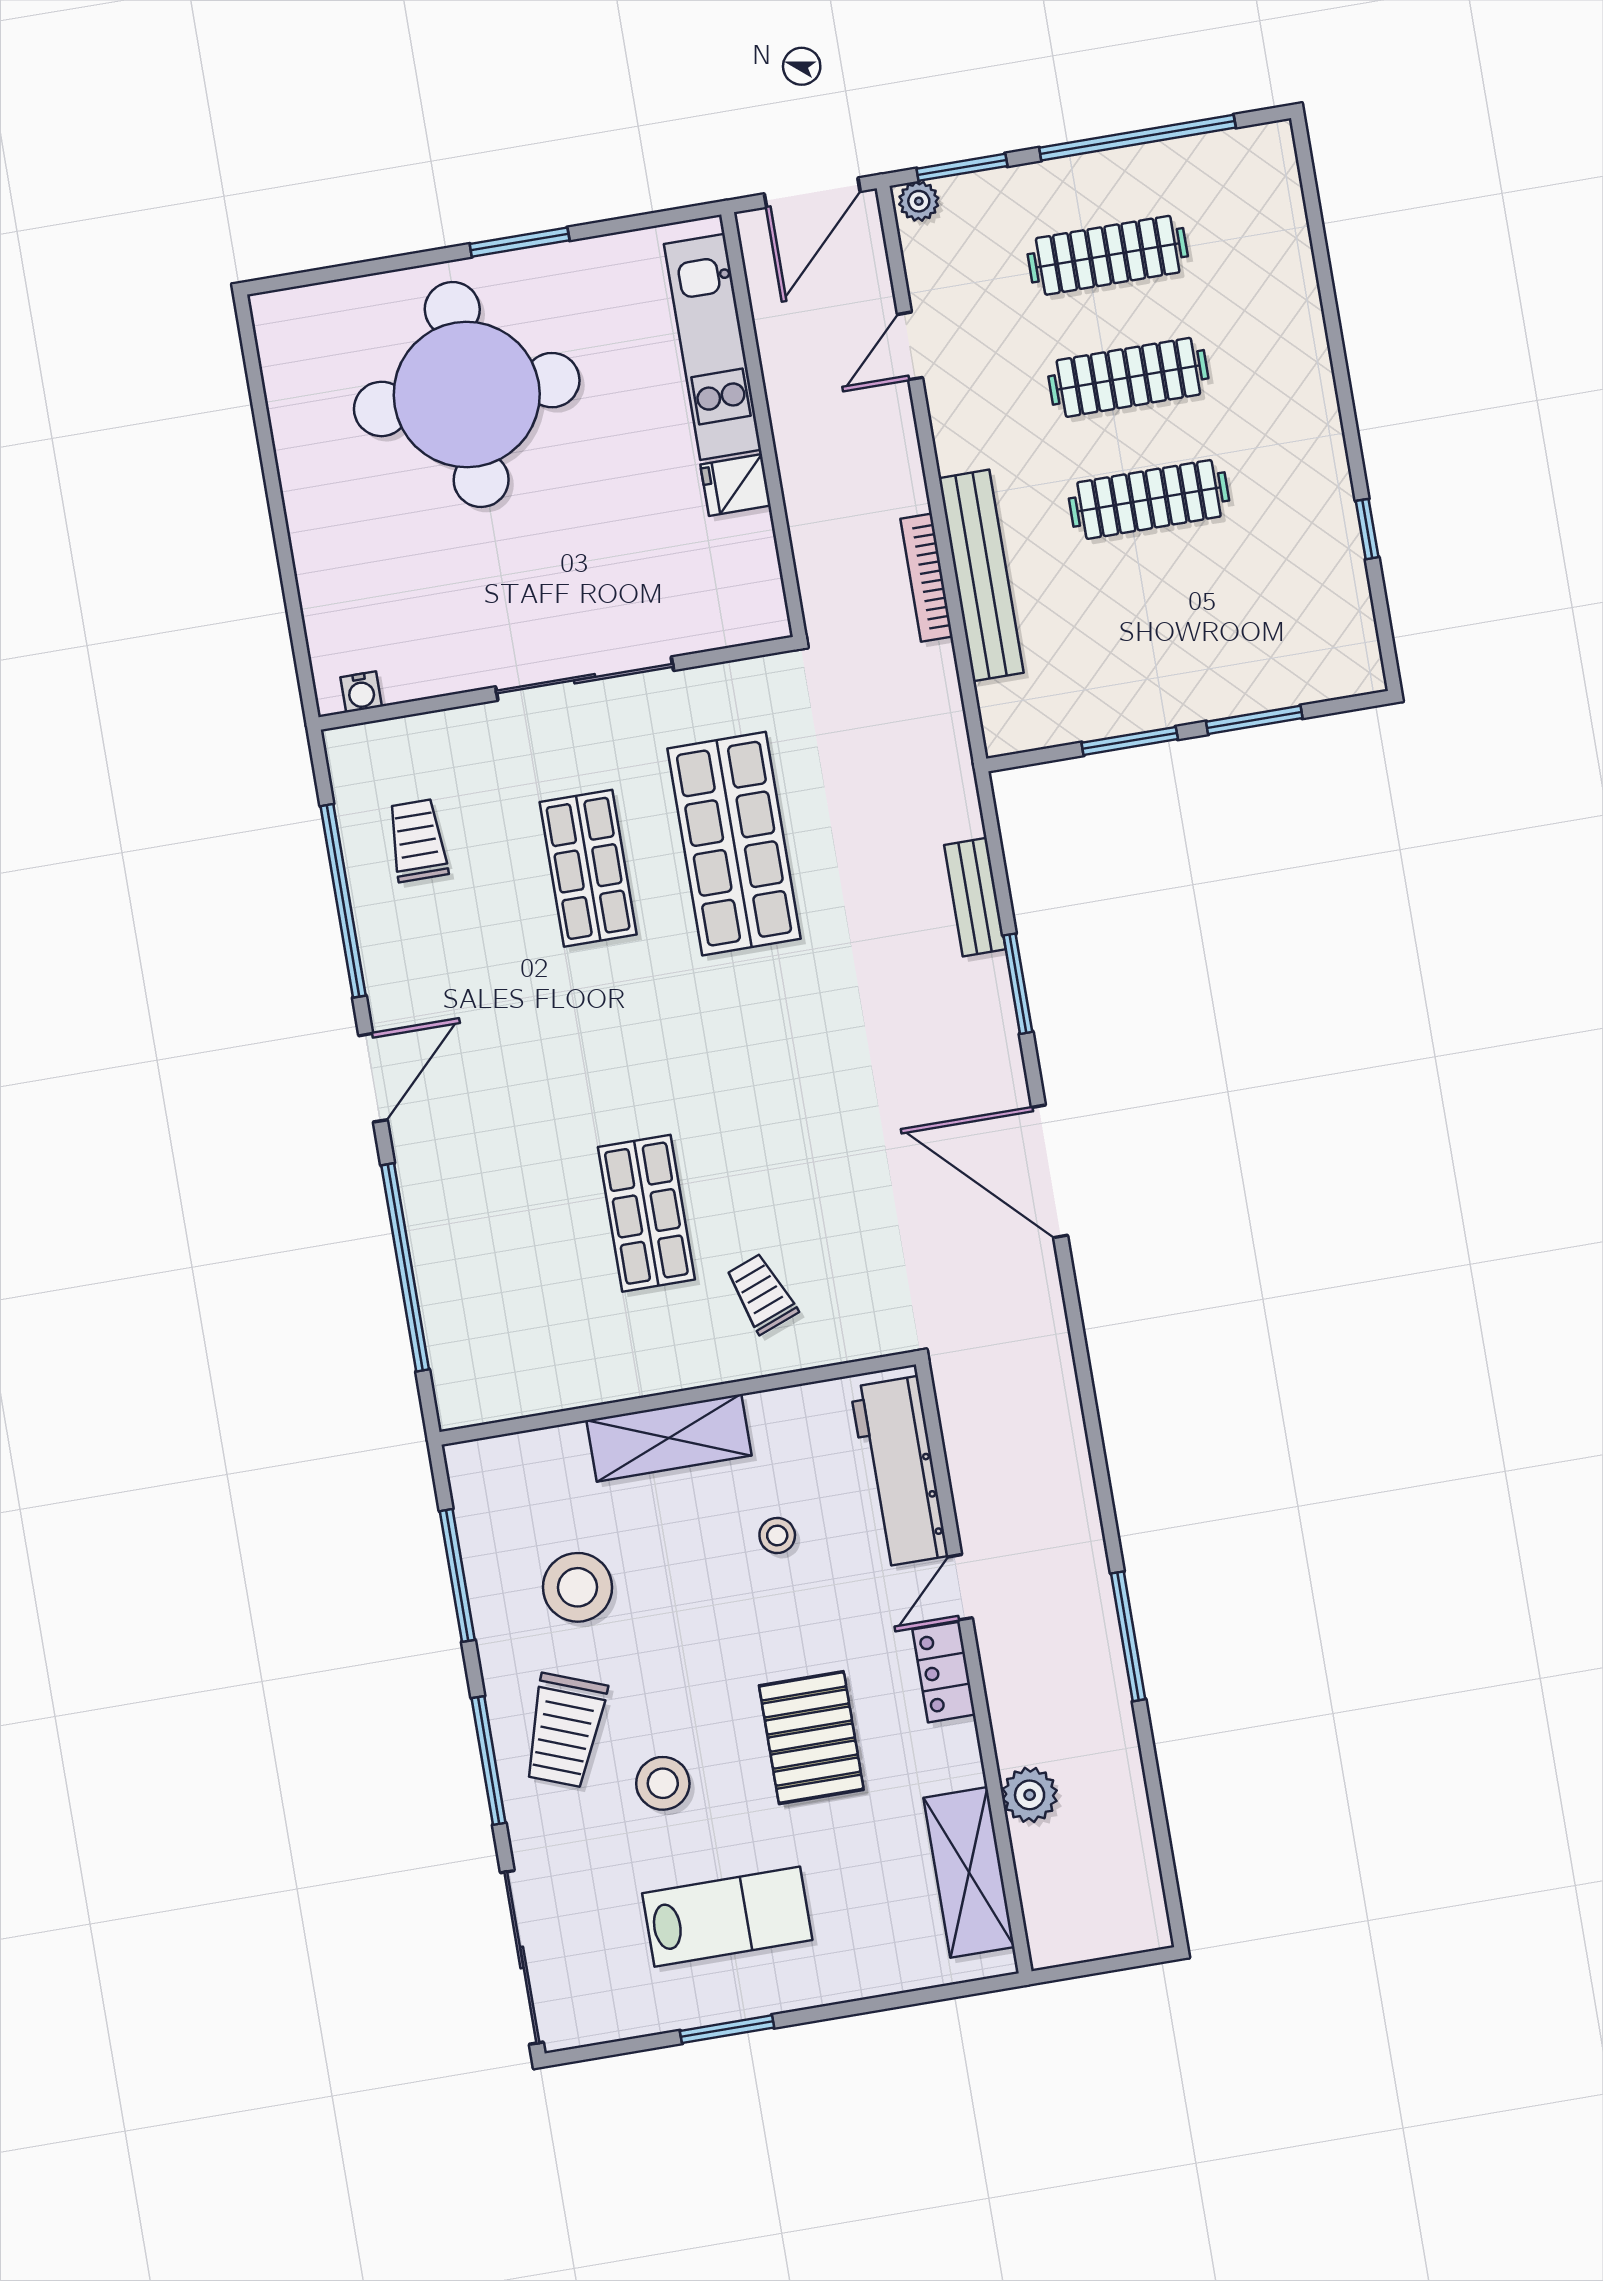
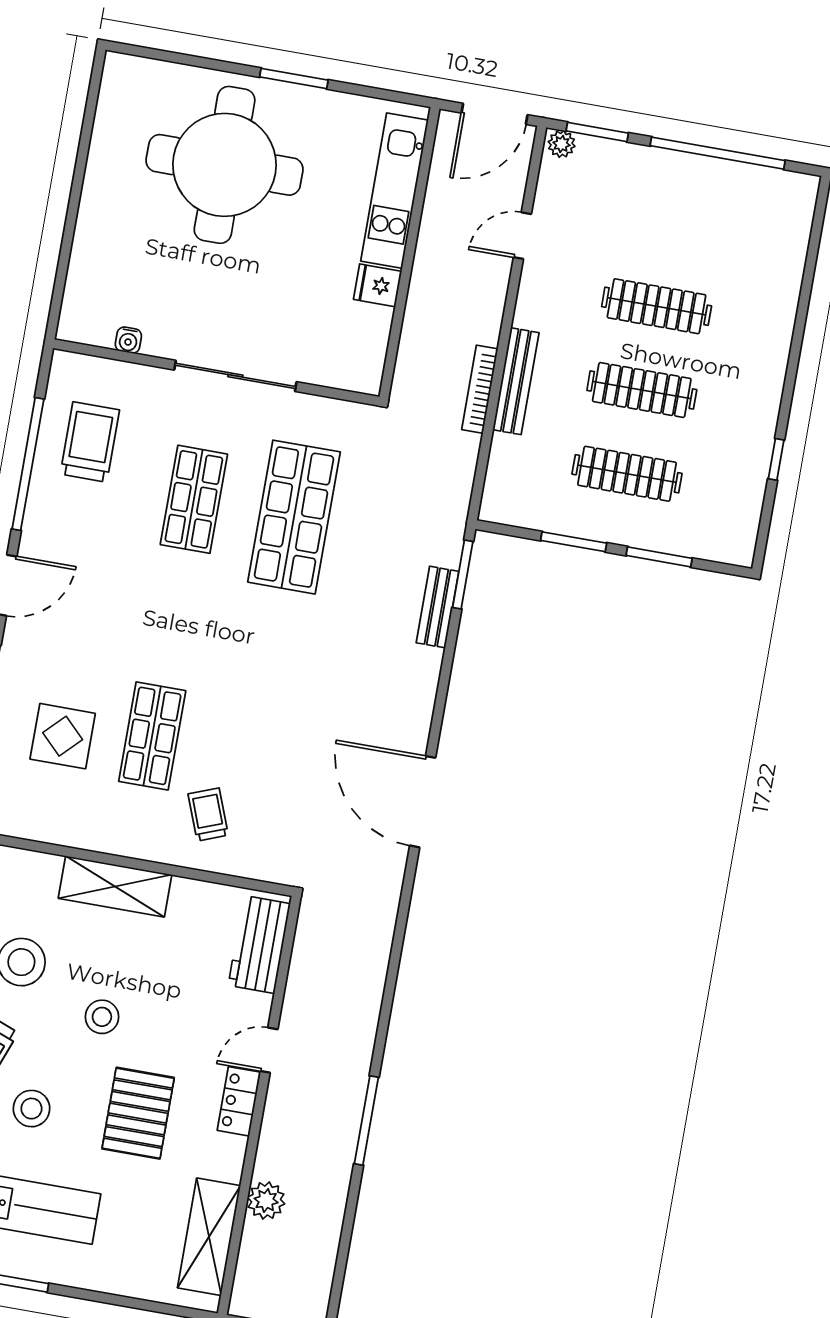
clothes rail: (1108, 255) -> (627, 474), moved
bench: (981, 575) -> (516, 381), width x0.73, depth x0.82
water cooler: (361, 692) -> (128, 340), moved
trolley: (417, 840) -> (90, 442), width x1.36, depth x1.39
window: (1018, 984) -> (463, 574), moved
display table: (524, 1257) -> (63, 736), added
workbench: (899, 1472) -> (259, 944), width x0.73
stool: (777, 1535) -> (102, 1017), moved, width x1.37, depth x1.37

